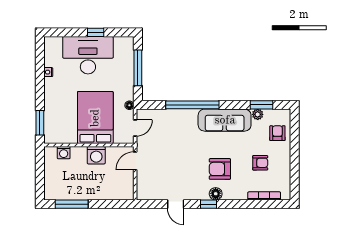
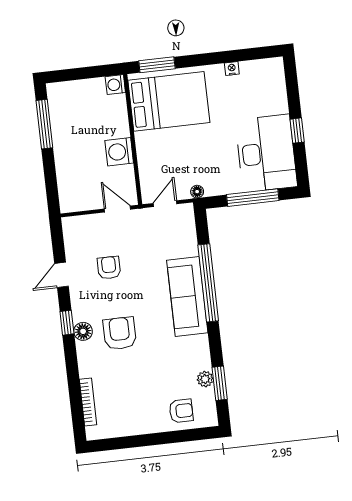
desk: (88, 55) -> (266, 153), moved
bed: (95, 118) -> (169, 101), moved
sofa: (225, 120) -> (187, 297), moved
door: (135, 128) -> (165, 204), swing flipped
washing machine: (64, 153) -> (115, 85), moved
armchair: (260, 163) -> (109, 268), moved, turned 180

